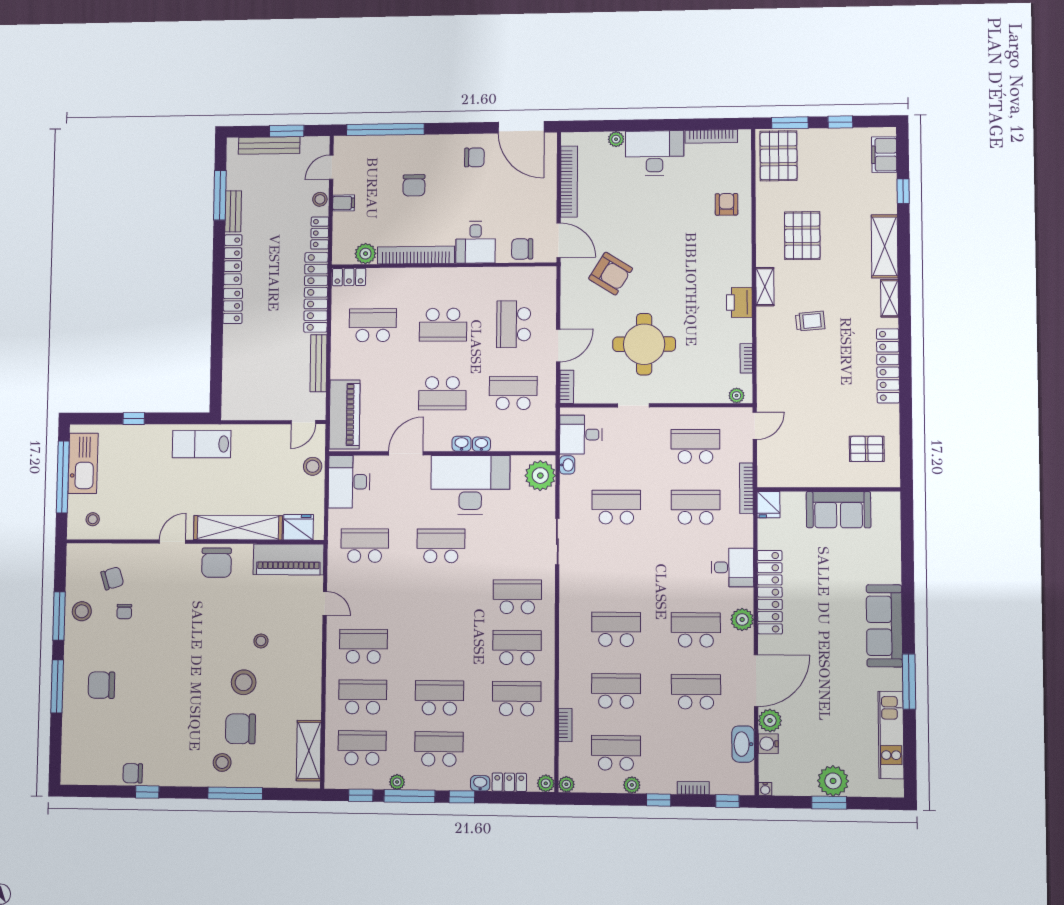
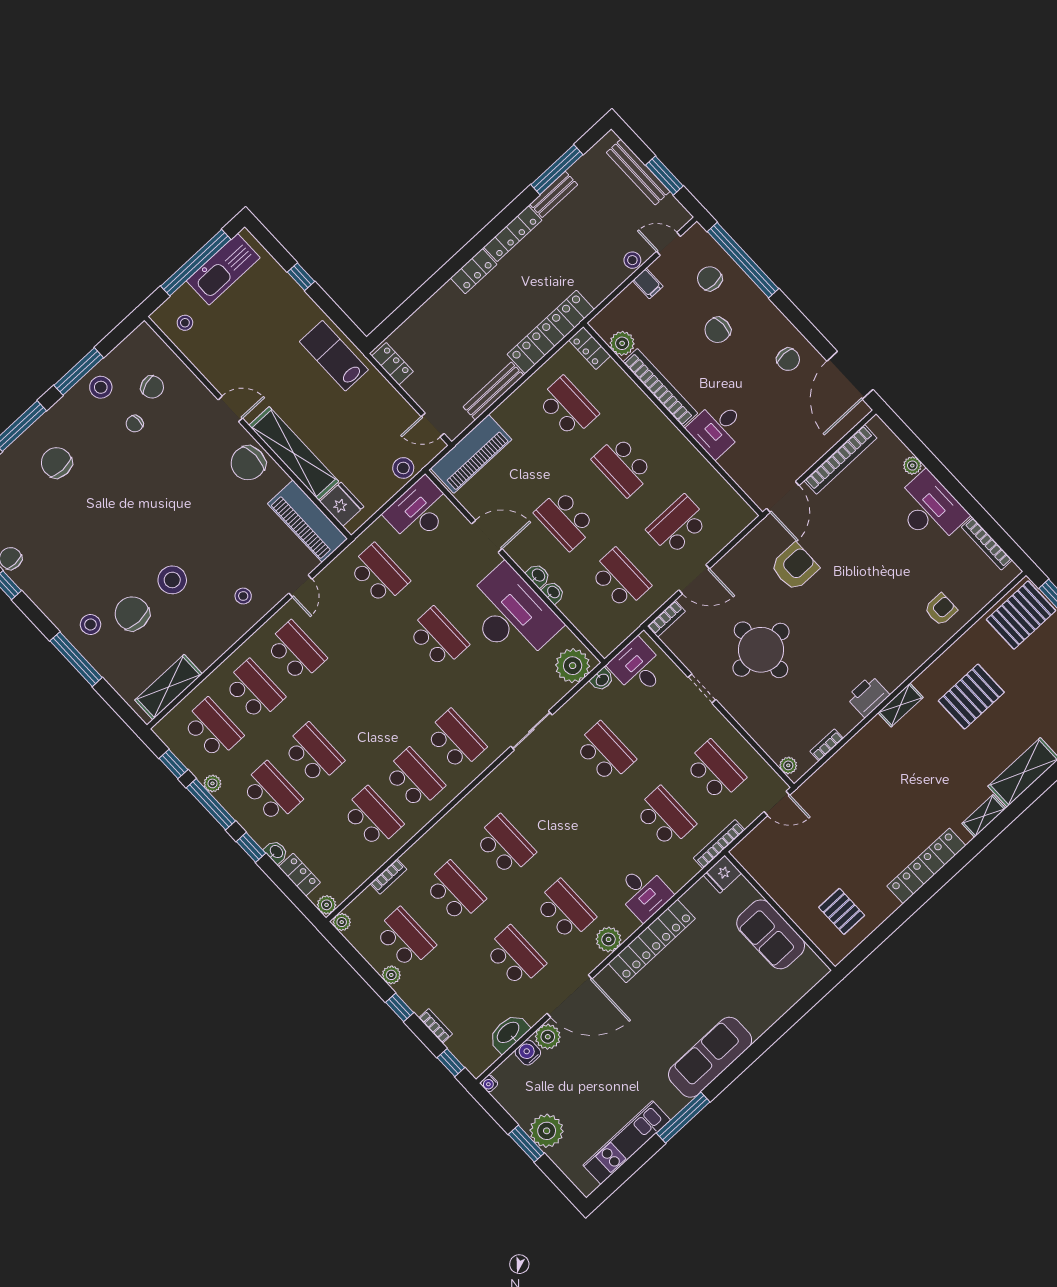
locker: (320, 233) -> (392, 364), moved, turned 90
chair: (522, 249) -> (710, 279), moved
armchair: (611, 274) -> (795, 567), turned -122
trolley: (810, 321) -> (905, 769), removed
stool: (261, 641) -> (243, 596), moved

